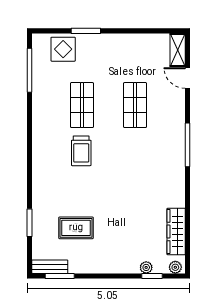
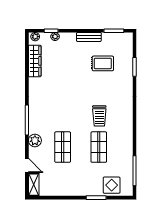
plant: (176, 115) -> (35, 140), added
trolley: (81, 151) -> (99, 116), turned 180
bench: (50, 267) -> (89, 37), moved

